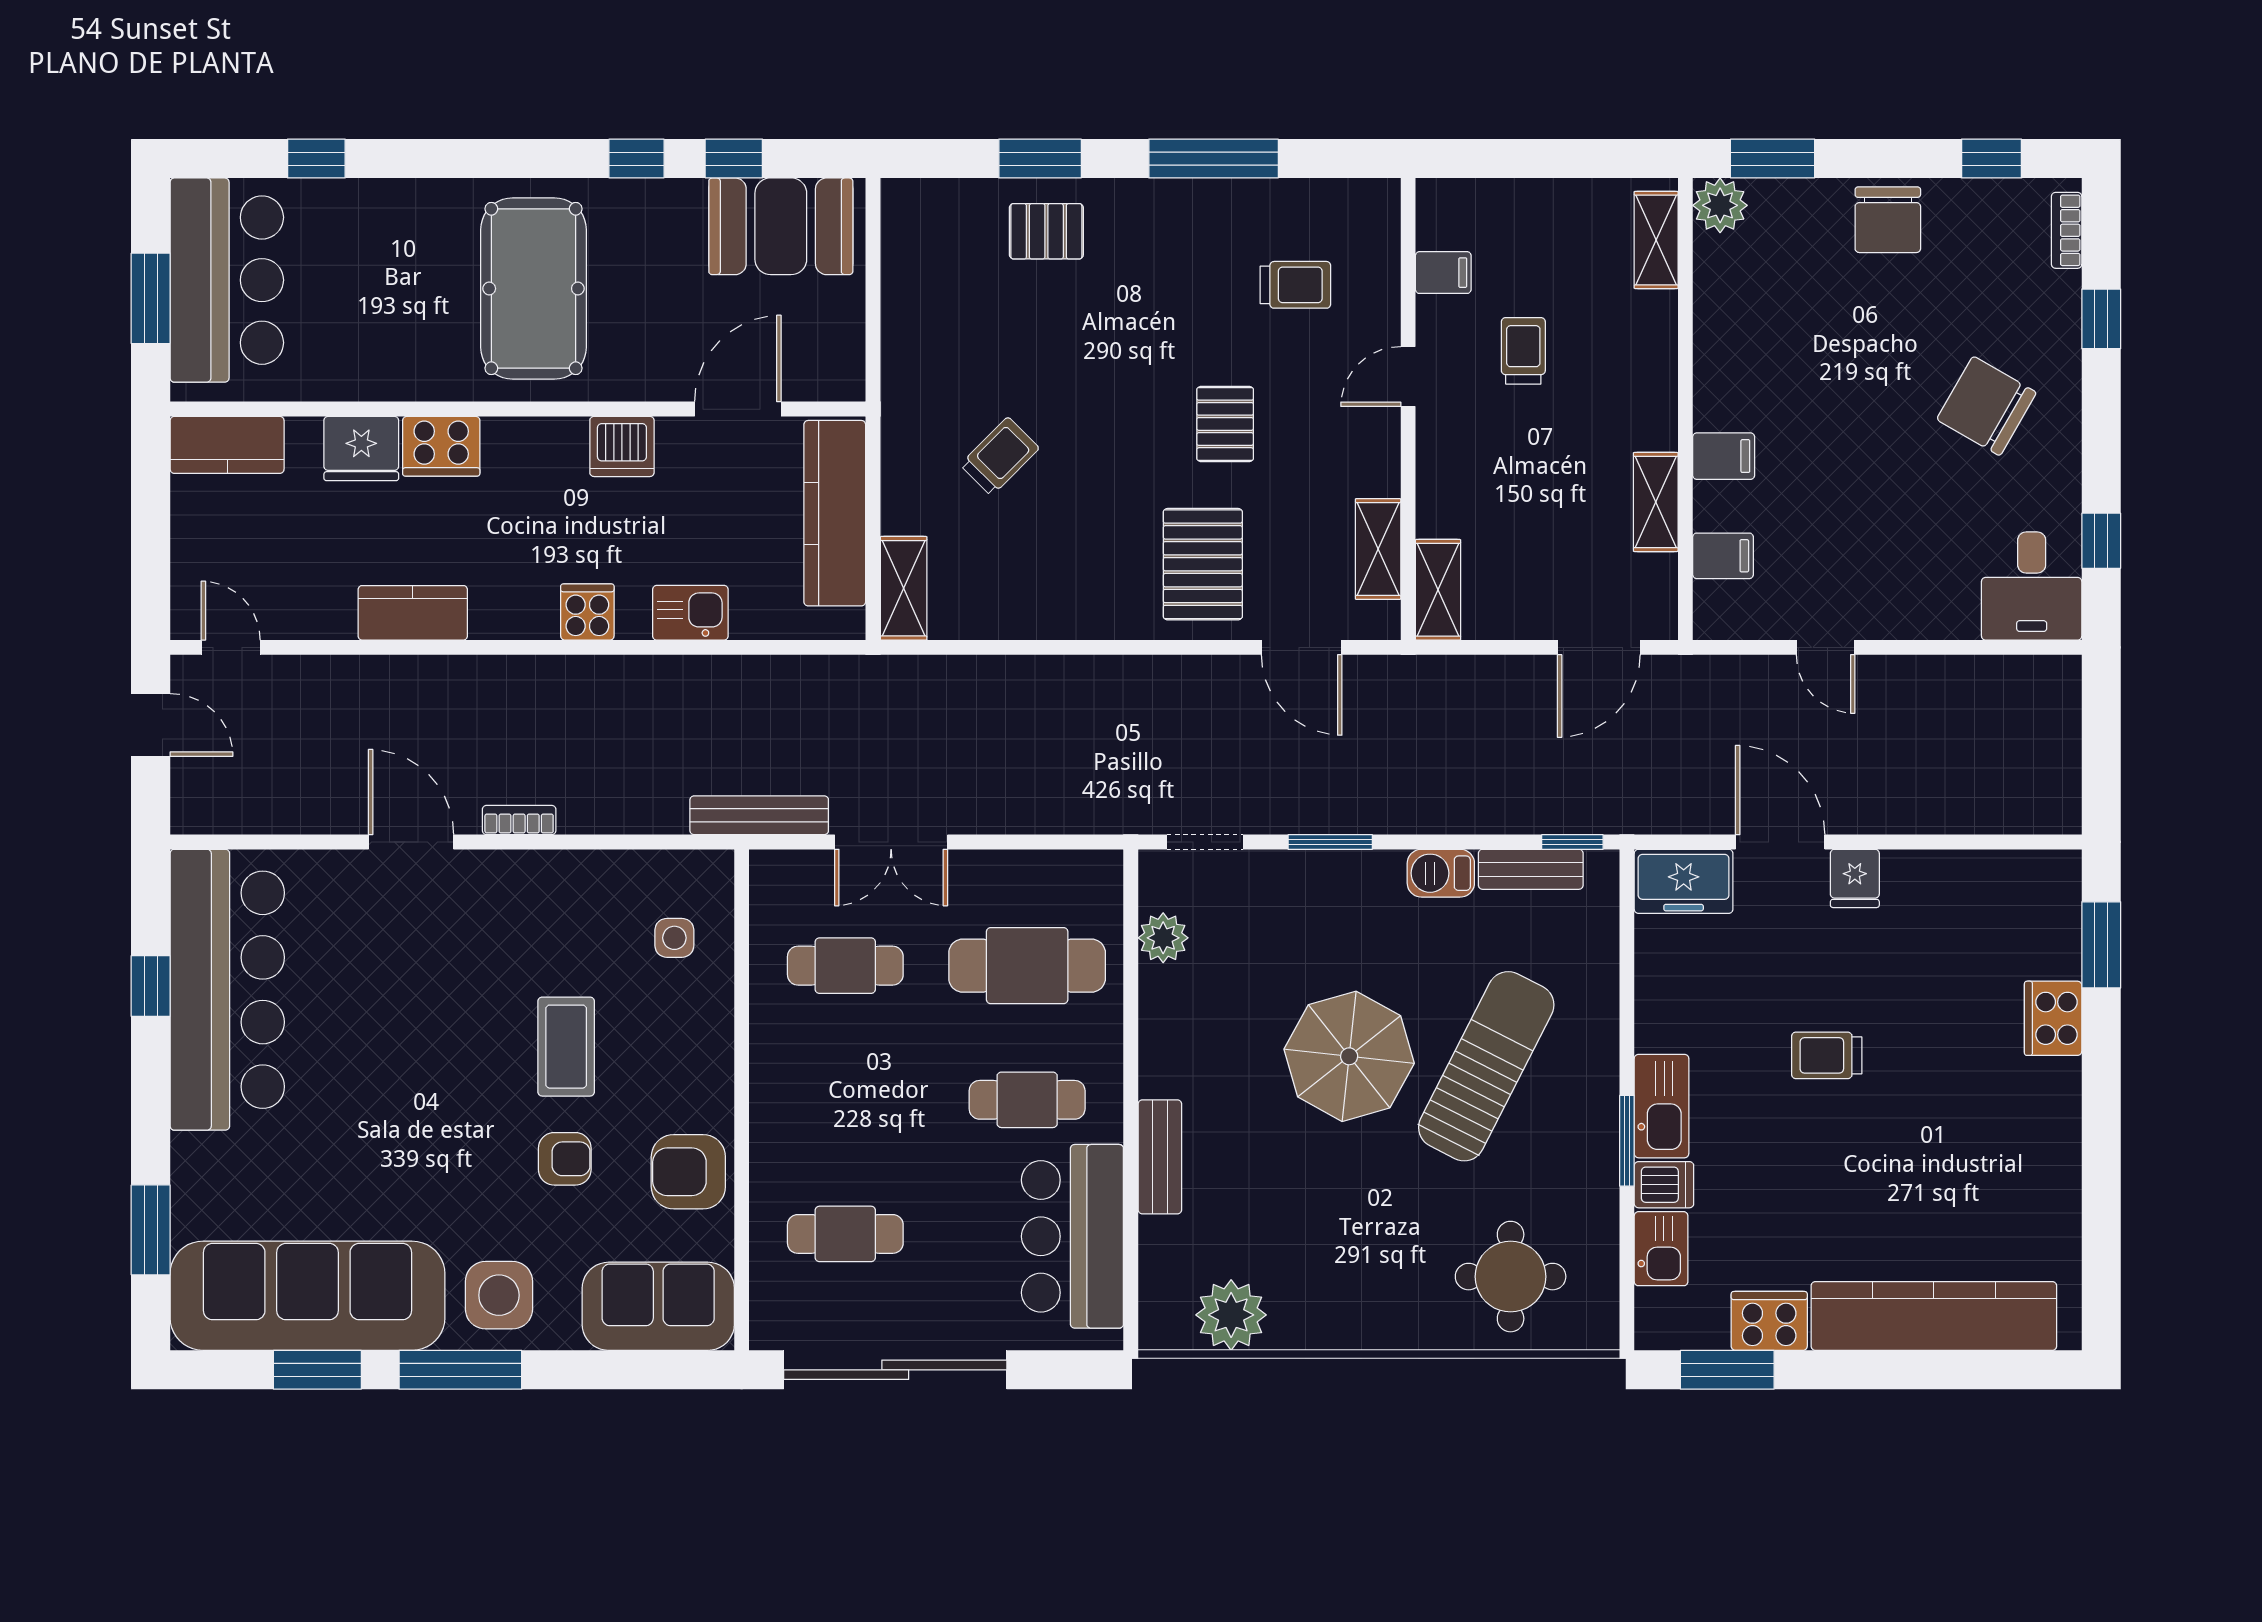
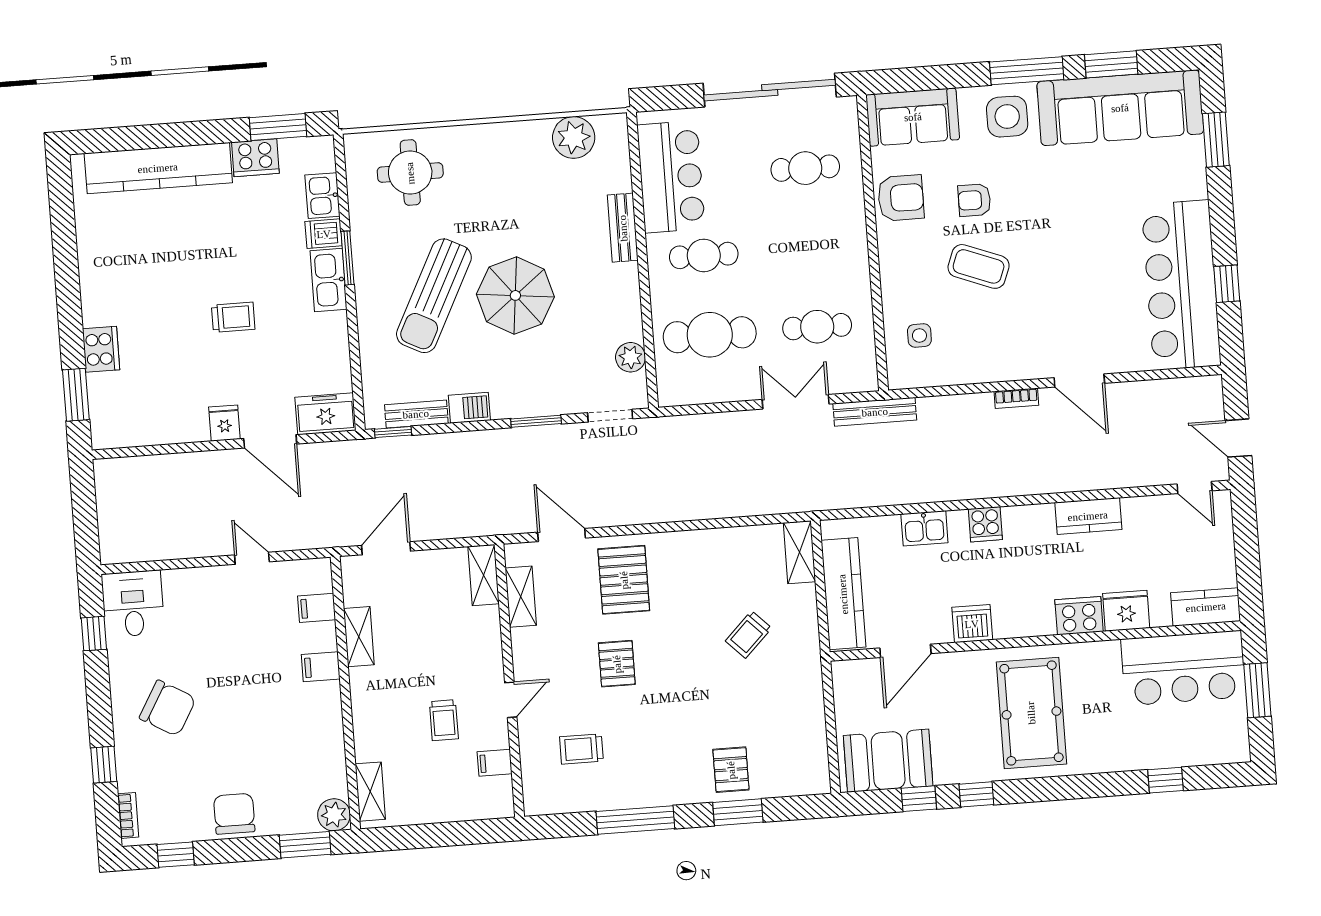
pallet: (1046, 231) -> (731, 770), turned 90
bar counter: (227, 280) -> (1183, 668), moved, turned -90
coffee table: (566, 1047) -> (979, 266), turned -69

